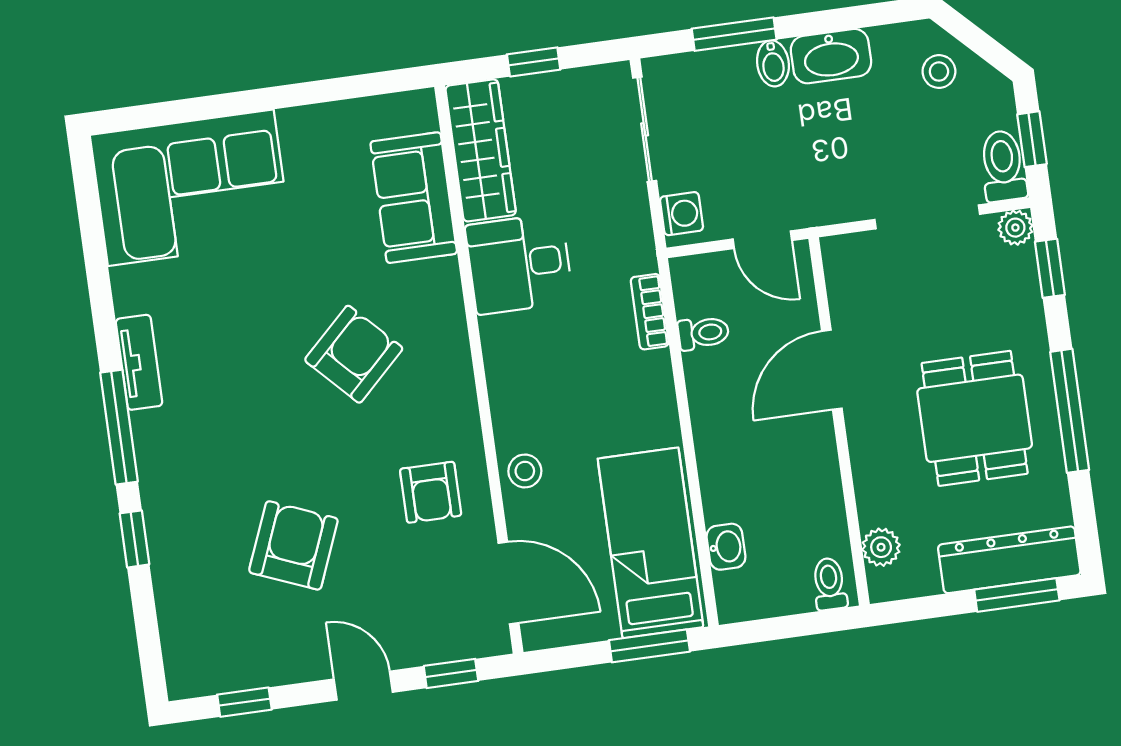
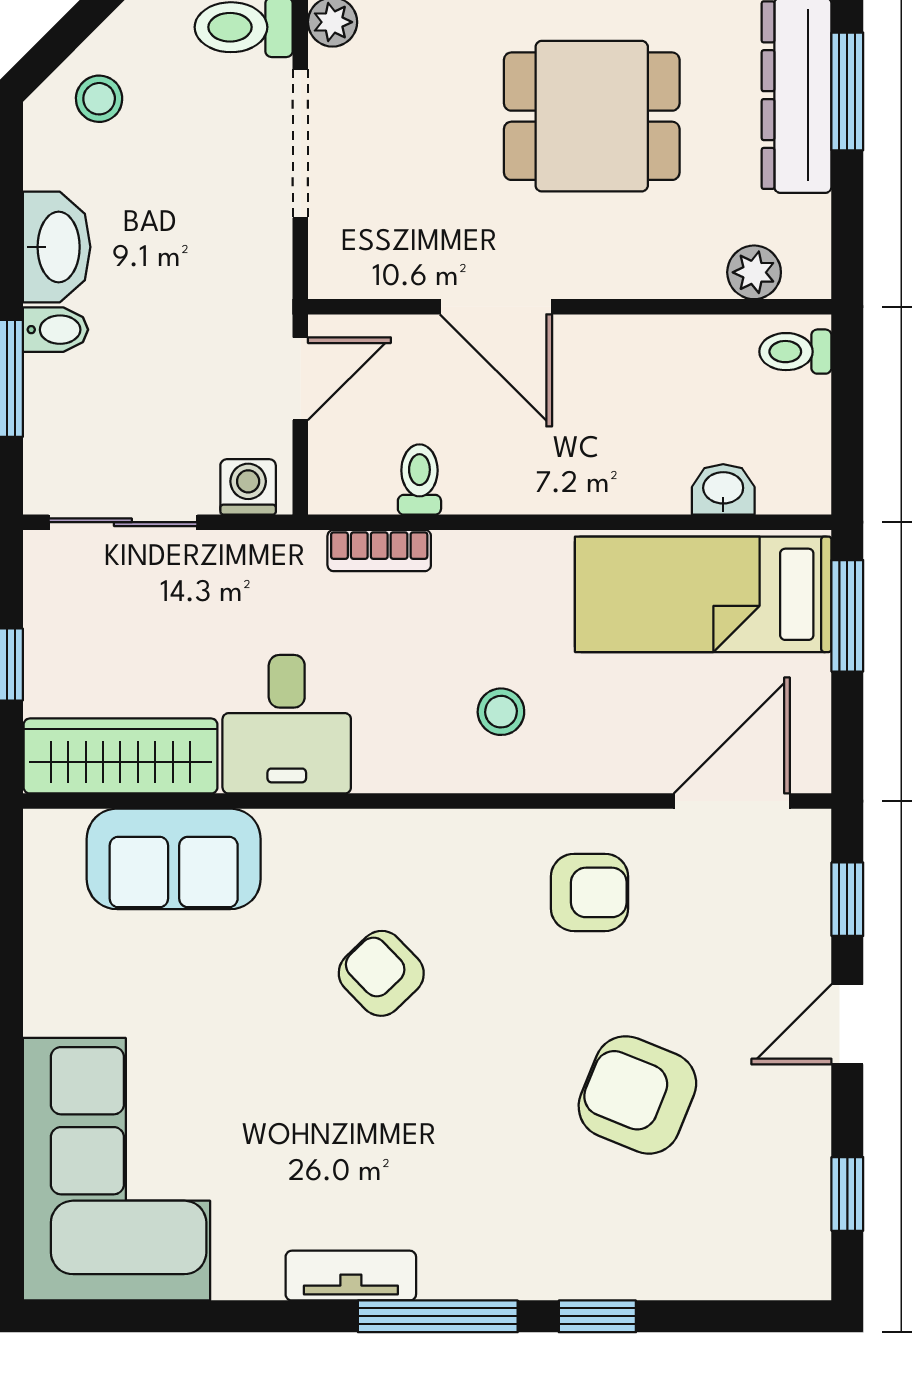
armchair: (354, 354) -> (381, 973), width x0.72, depth x0.72
stool: (525, 471) -> (501, 712), moved

